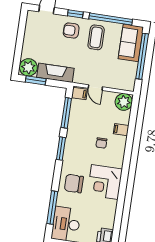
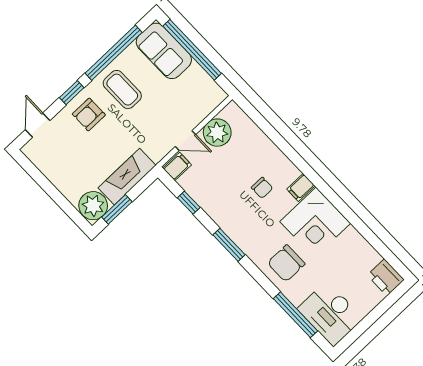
plant: (124, 102) -> (217, 133), moved
window: (66, 113) -> (189, 203), width x0.46
filing cabinet: (121, 130) -> (301, 188), moved

